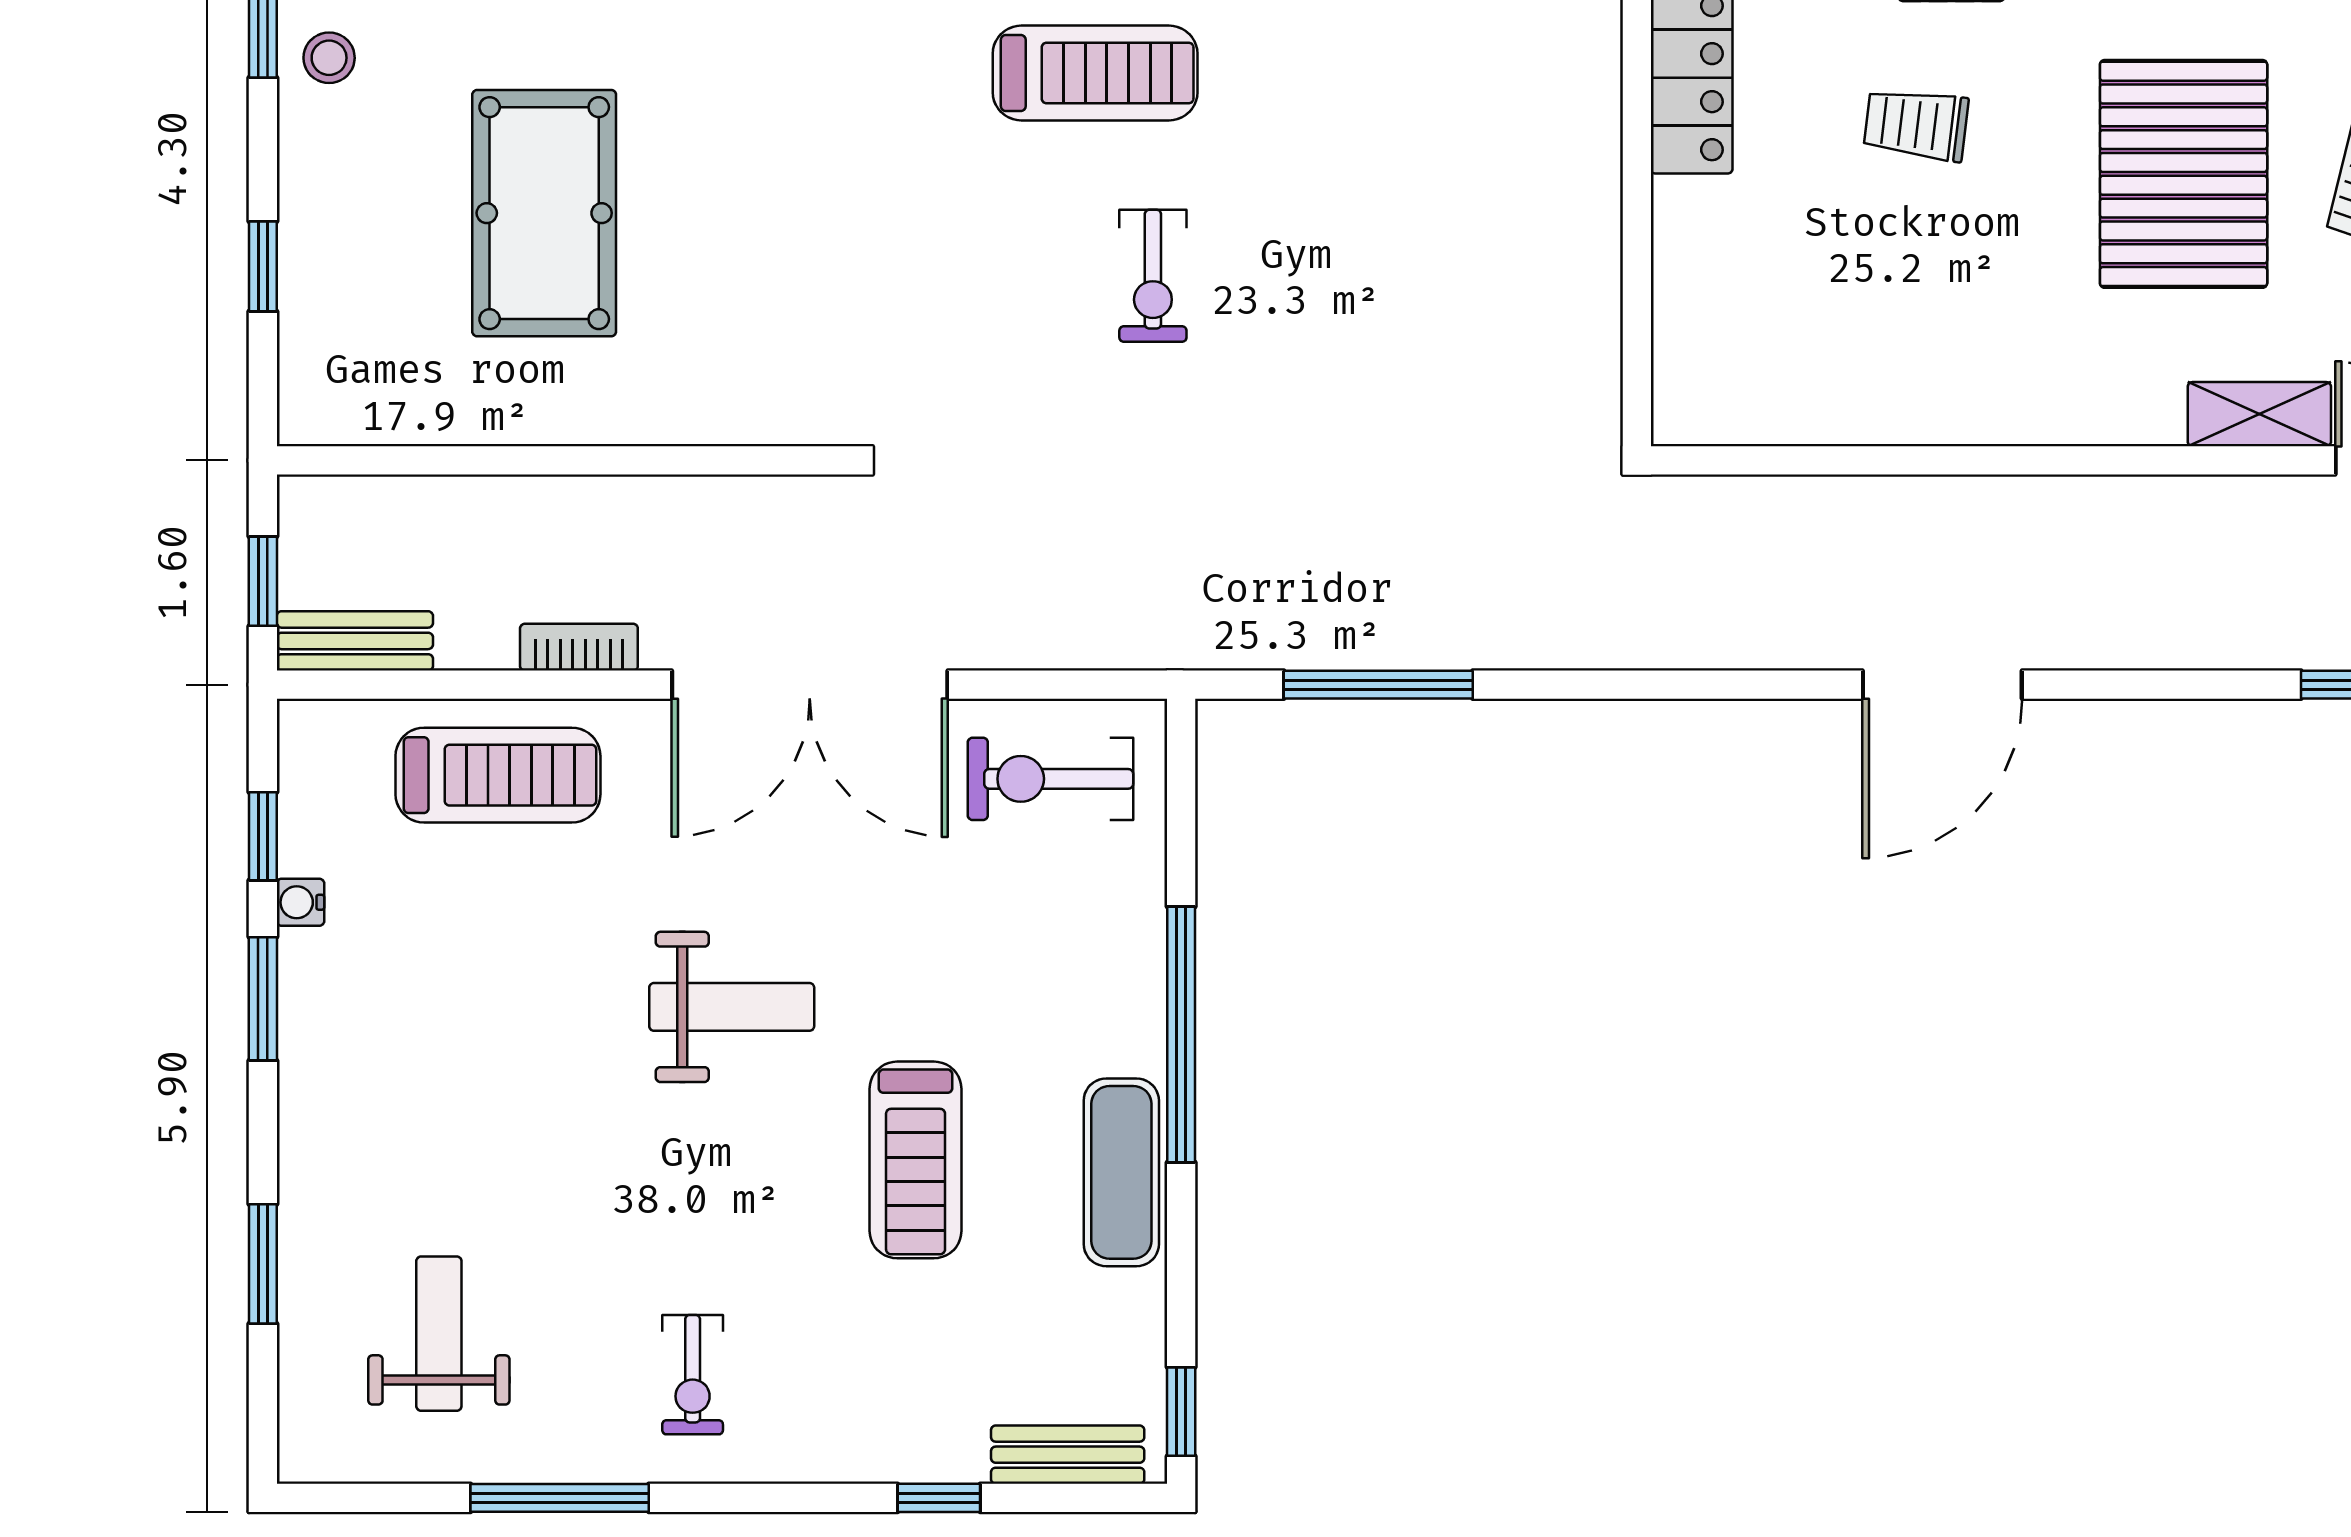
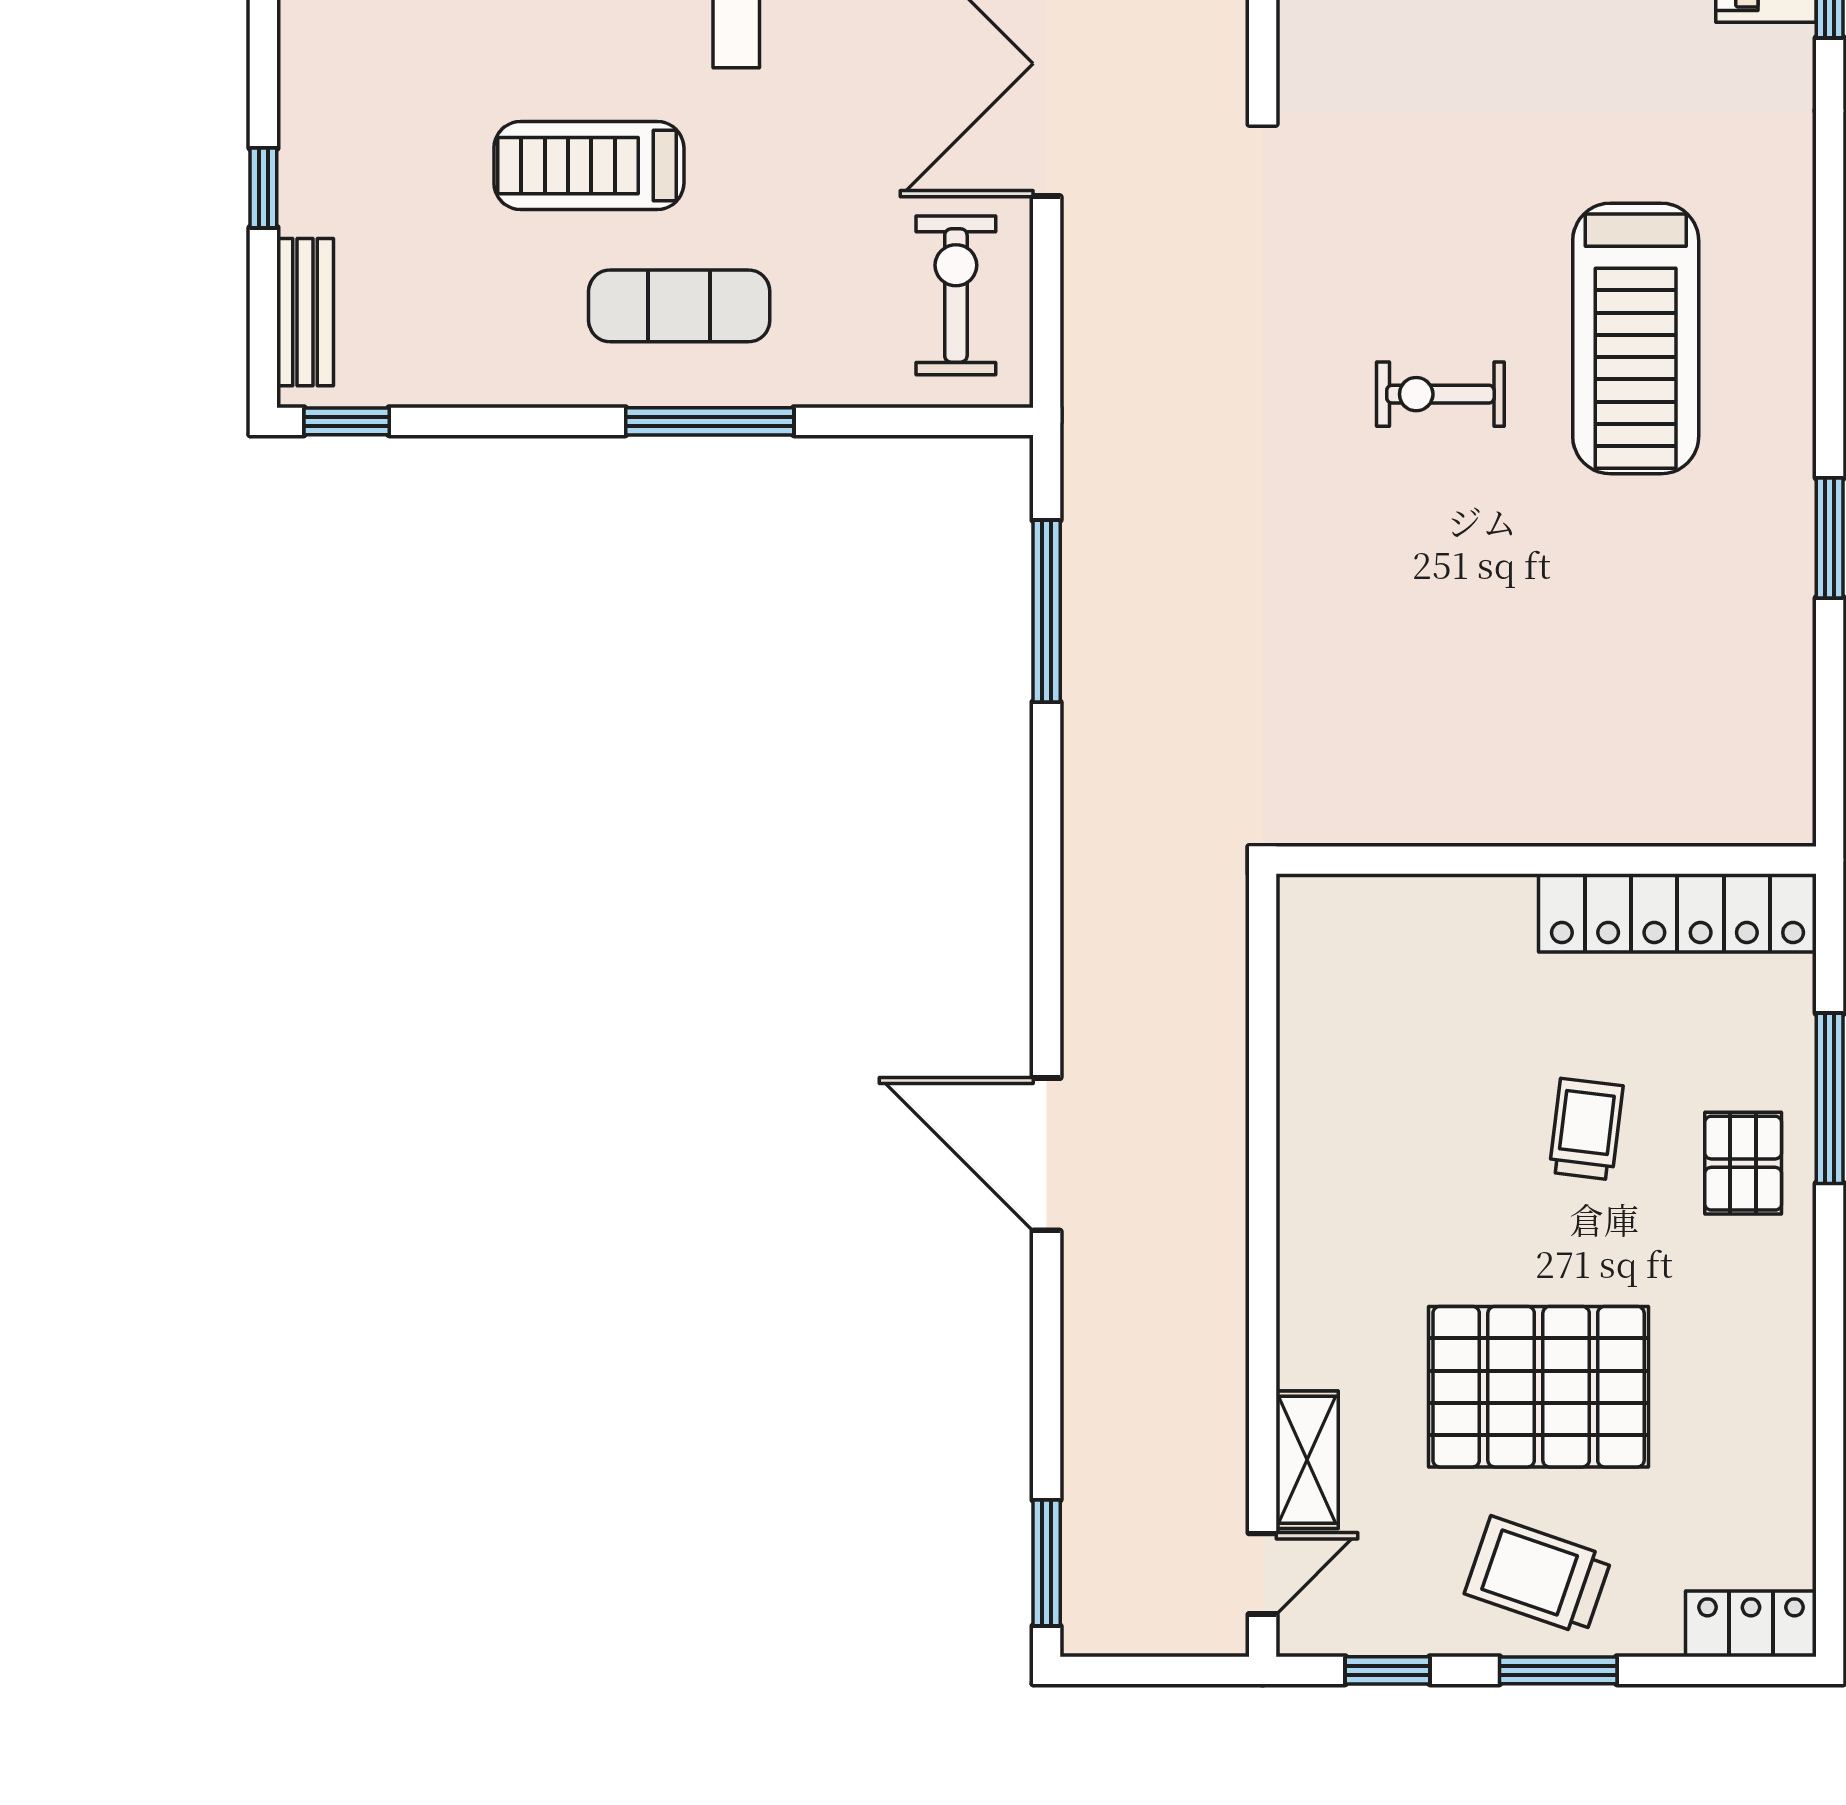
treadmill: (1095, 73) -> (1636, 338), width x1.37, depth x1.38
window: (1181, 1035) -> (710, 421), width x0.68
exercise mat: (1121, 1172) -> (679, 306), moved

